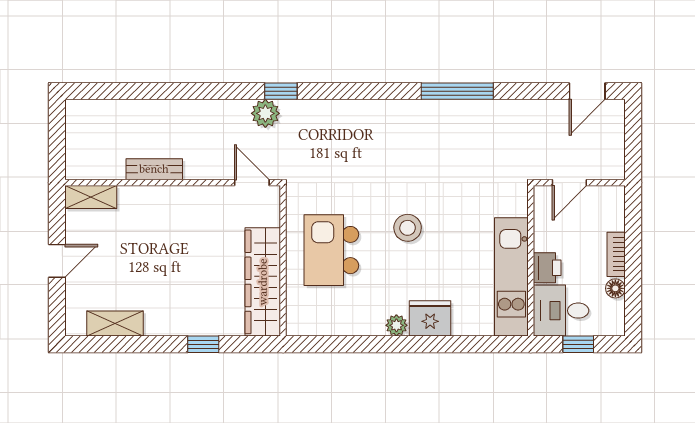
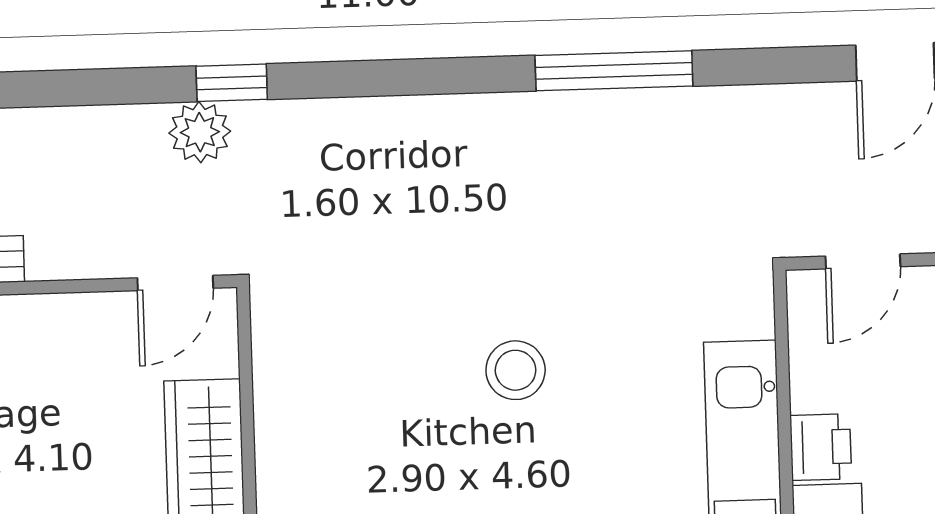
door: (252, 183) -> (175, 283), swing flipped
kitchen island: (331, 250) -> (352, 423), removed

